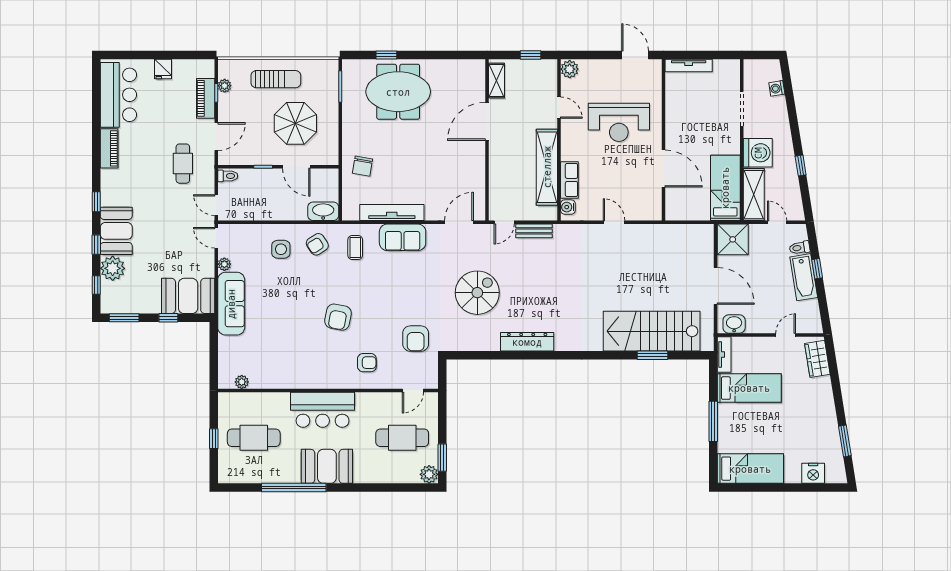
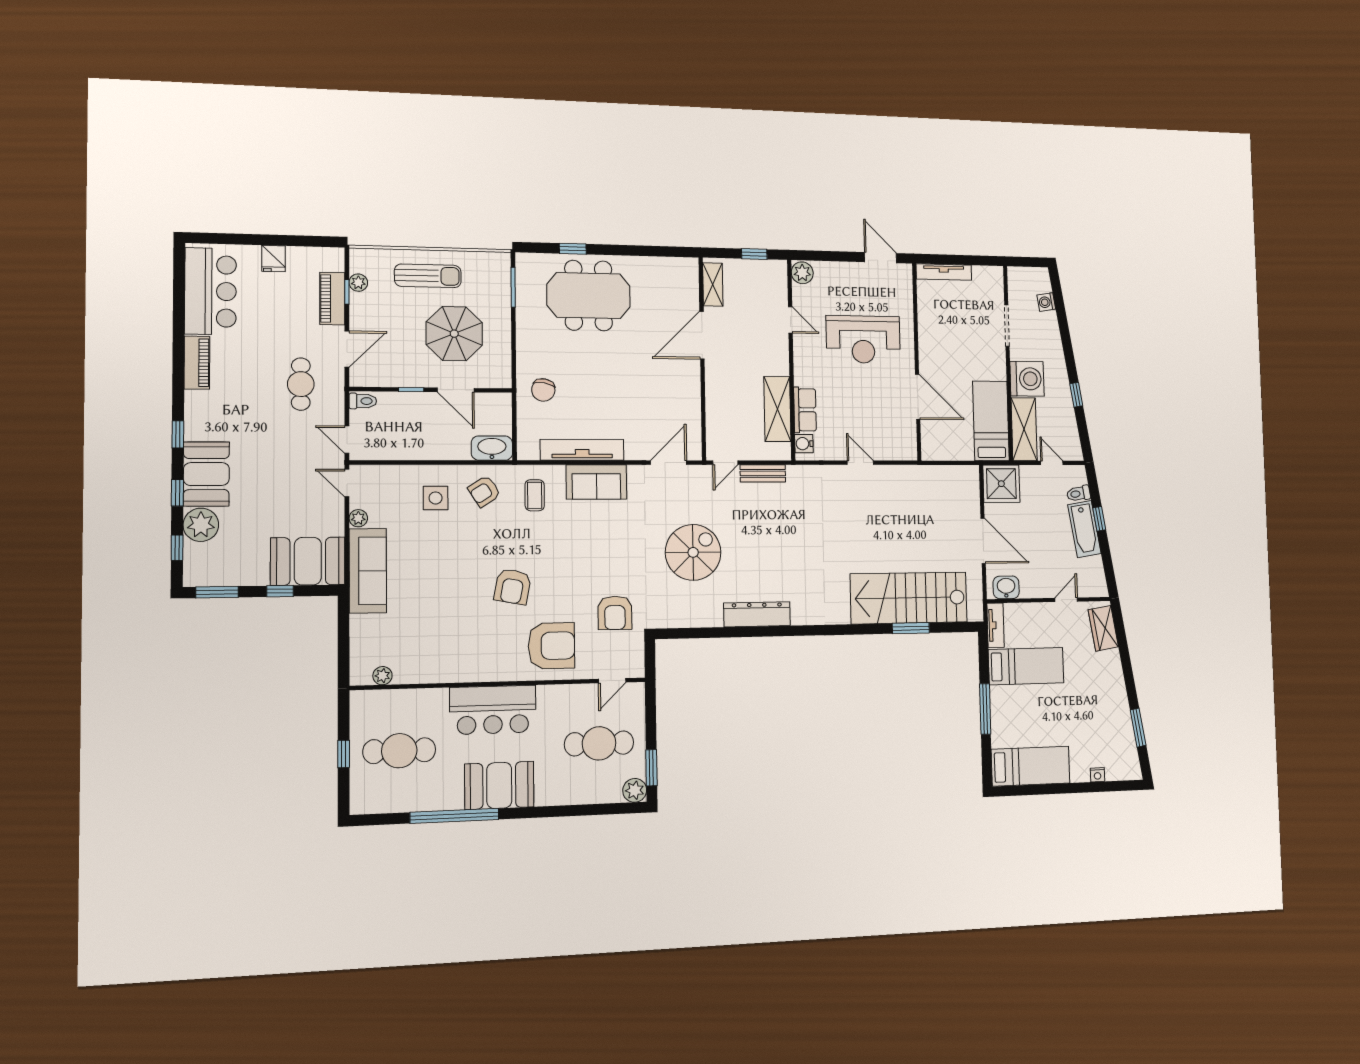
shelving: (547, 167) -> (777, 409), width x0.68
armchair: (367, 363) -> (552, 646), width x1.88, depth x1.88
nightstand: (813, 473) -> (1097, 775), width x0.53, depth x0.56

